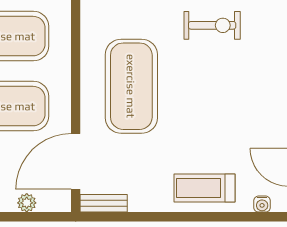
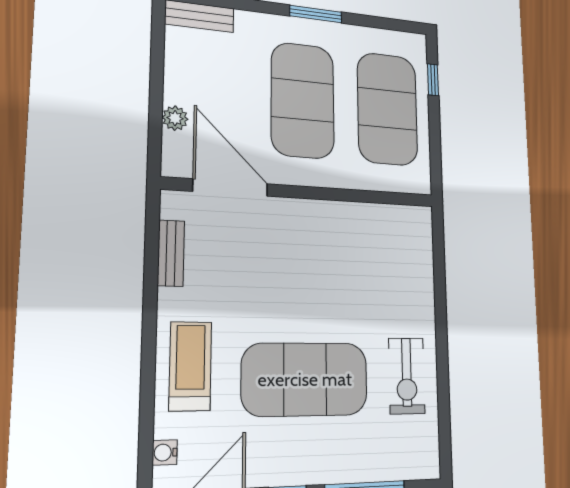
exercise mat: (131, 86) -> (305, 379), moved
bench: (104, 203) -> (171, 253), moved

